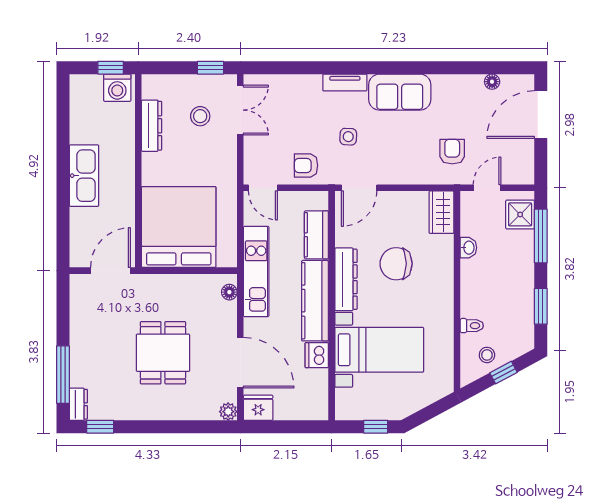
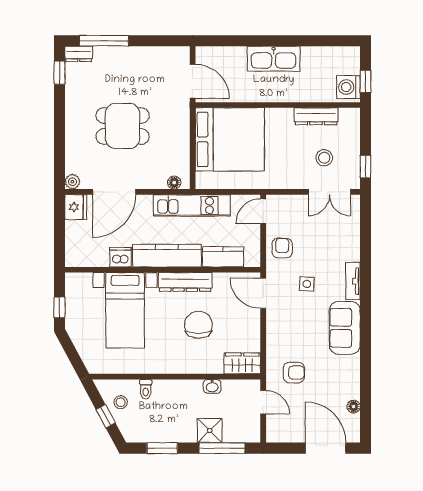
shower: (520, 214) -> (210, 430), moved

